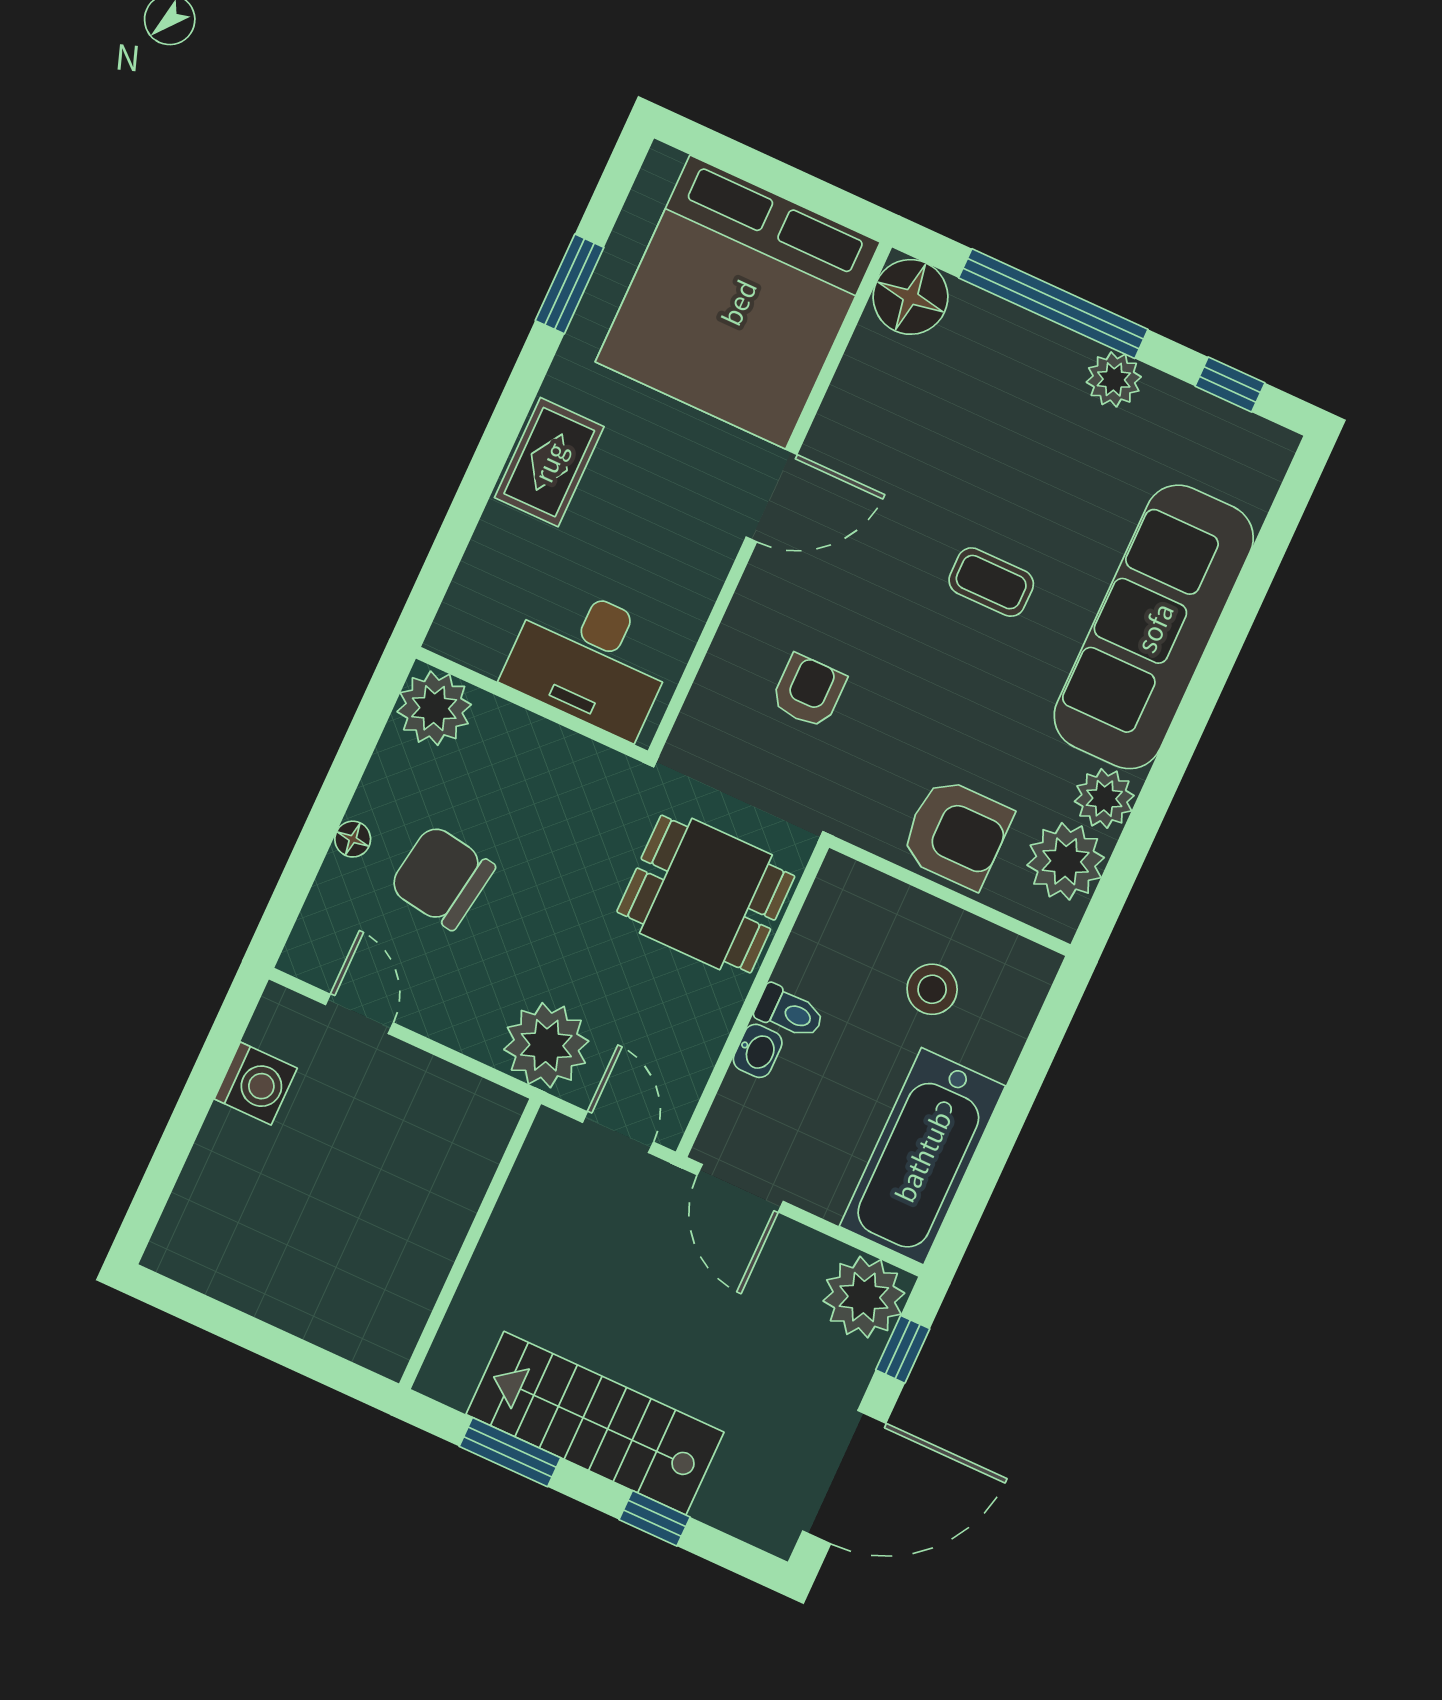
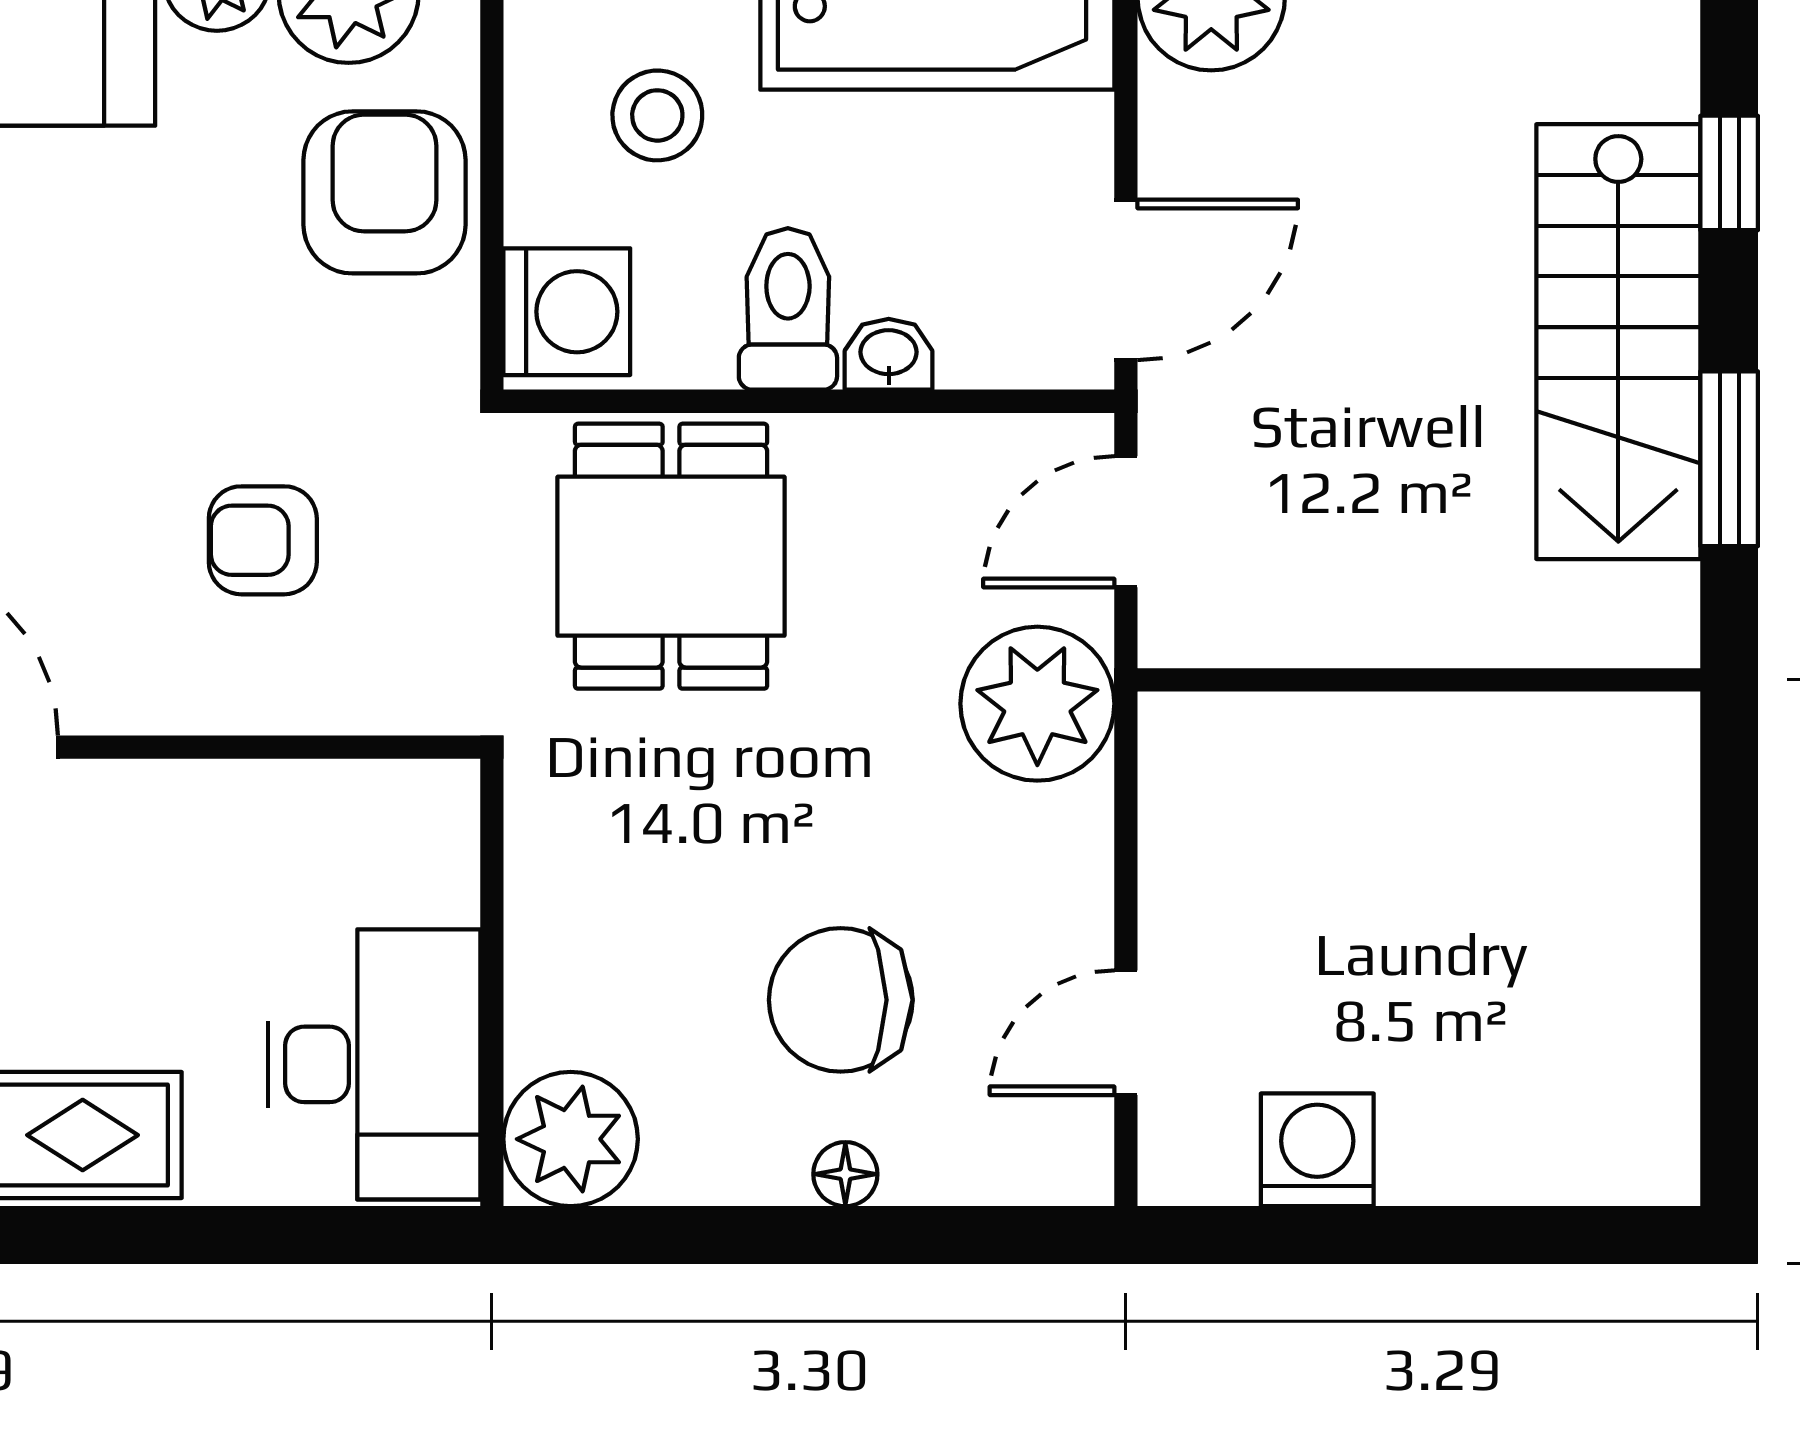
desk: (590, 659) -> (374, 1064), moved
chair: (442, 877) -> (841, 1000), turned 81
washing machine: (854, 898) -> (567, 312), added
toilet: (789, 1012) -> (788, 309), width x1.37, depth x1.39

